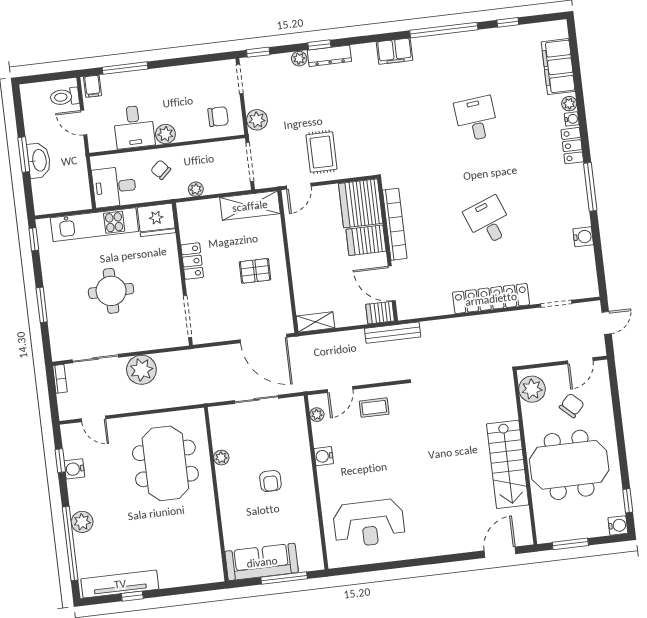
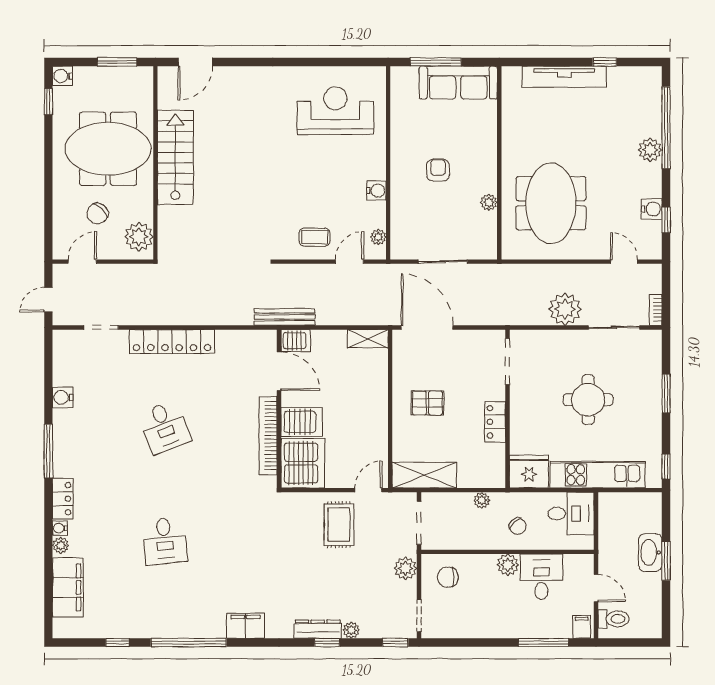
tv unit: (120, 584) -> (564, 77), moved

